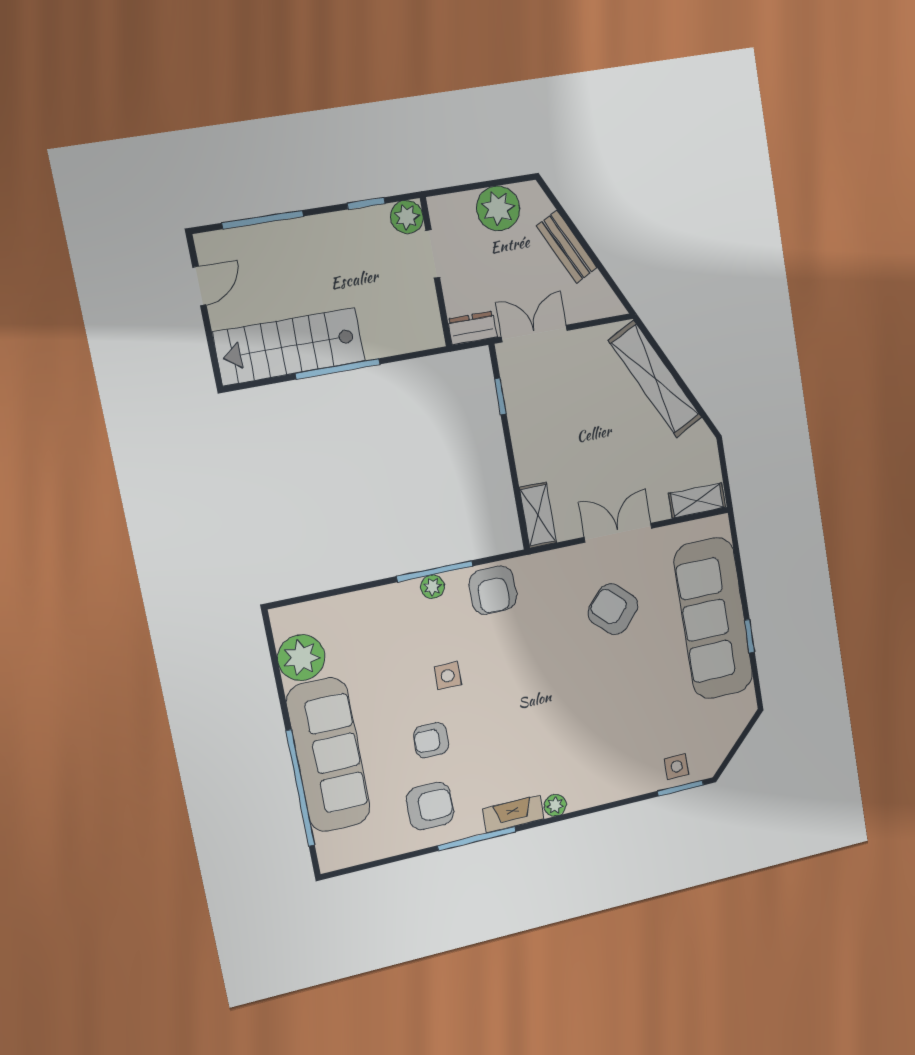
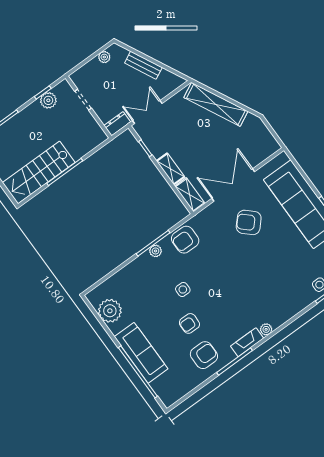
plant: (498, 208) -> (104, 57), width x0.53, depth x0.53
plant: (407, 217) -> (48, 100), moved
shelving: (697, 500) -> (170, 169), moved, turned 90
double door: (618, 533) -> (233, 185), width x1.37
armchair: (493, 590) -> (185, 240), turned 90
sofa: (328, 755) -> (141, 353), width x0.74, depth x0.79

